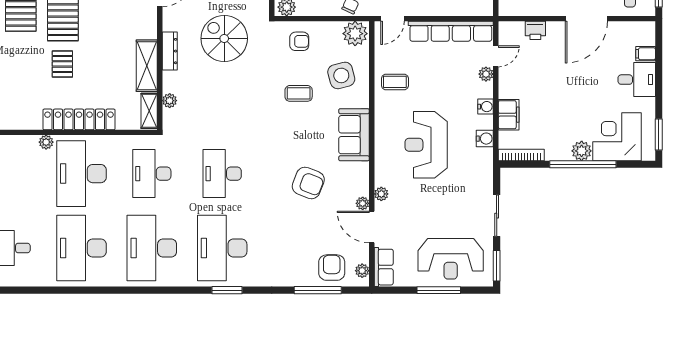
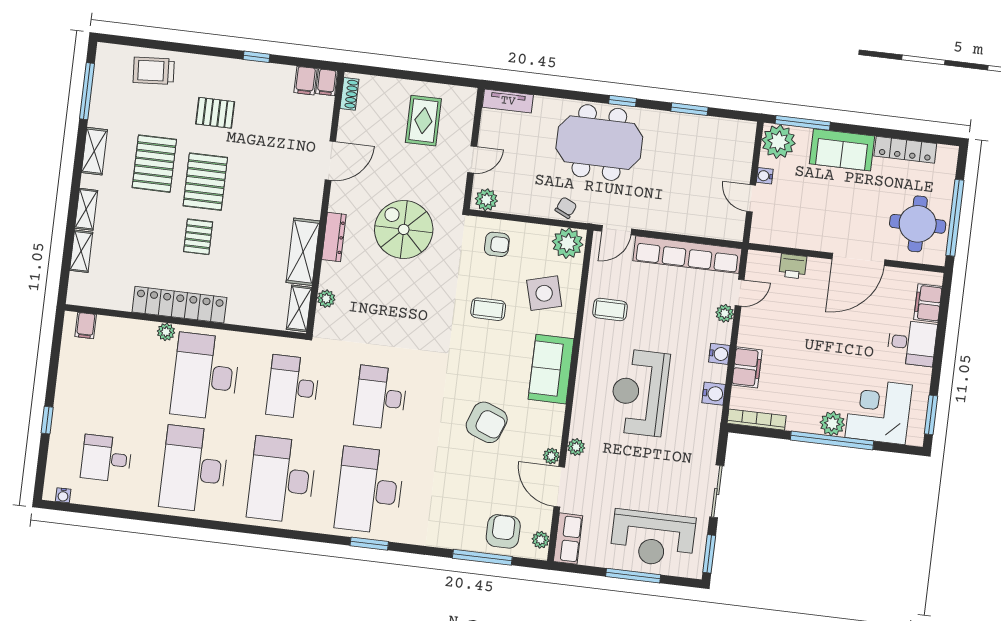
filing cabinet: (646, 54) -> (928, 303), width x2.00
locker: (79, 119) -> (179, 305), moved

